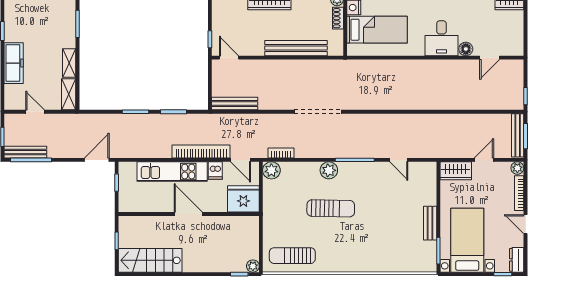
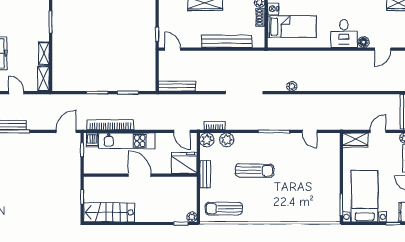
plant: (377, 104) -> (292, 86), added
bookcase: (201, 151) -> (110, 125), moved
plant: (329, 170) -> (227, 140), moved
dishwasher: (215, 171) -> (92, 140), moved
bench: (430, 223) -> (205, 174), moved

